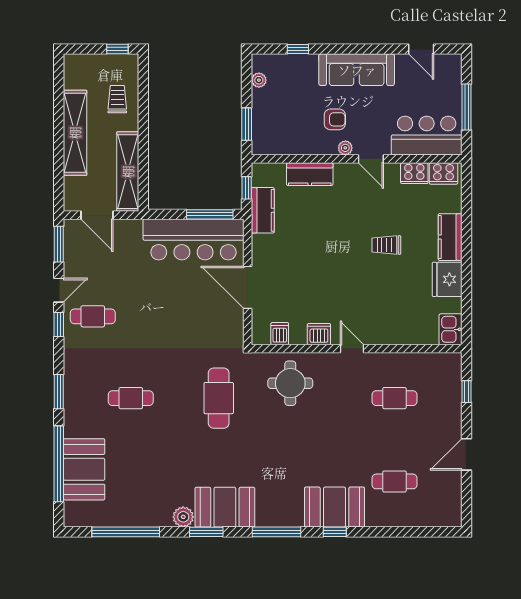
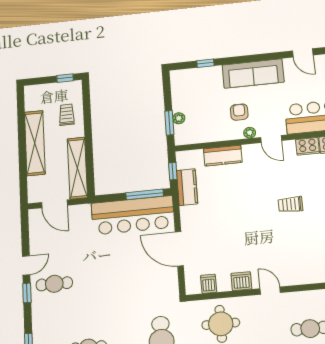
plant: (259, 80) -> (179, 118), moved
armchair: (335, 119) -> (239, 112), turned -90
window: (59, 244) -> (25, 229), removed

